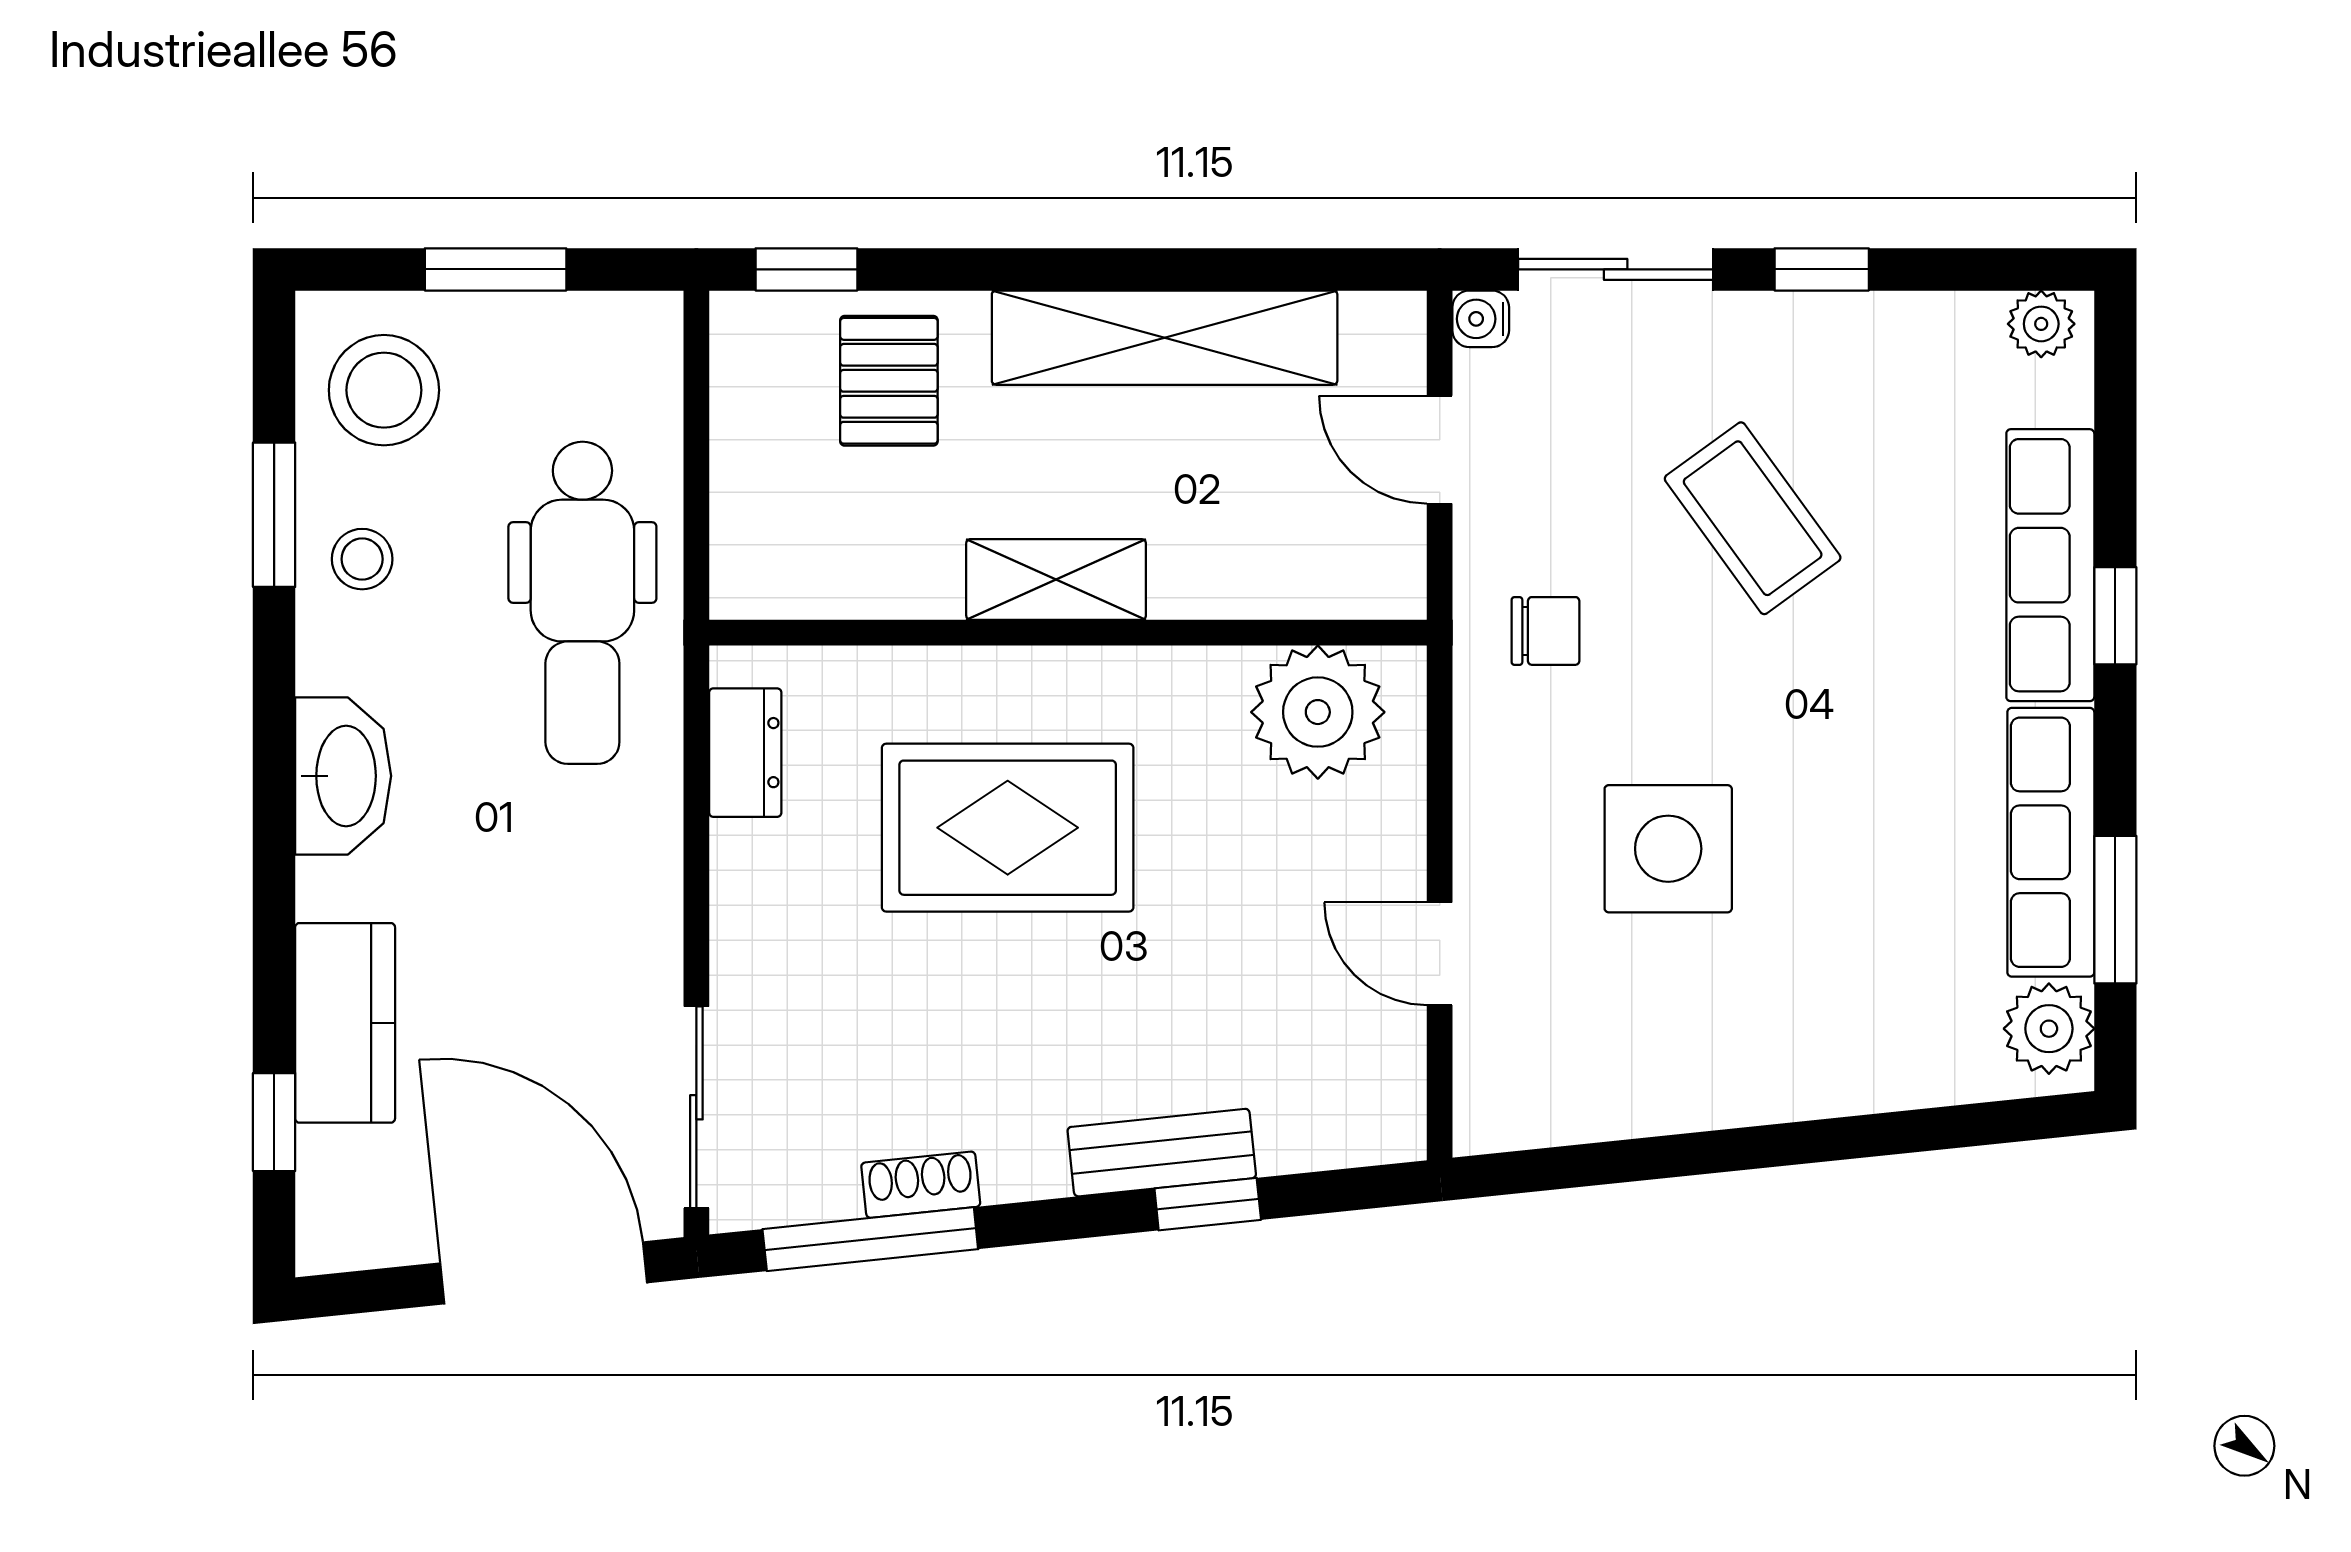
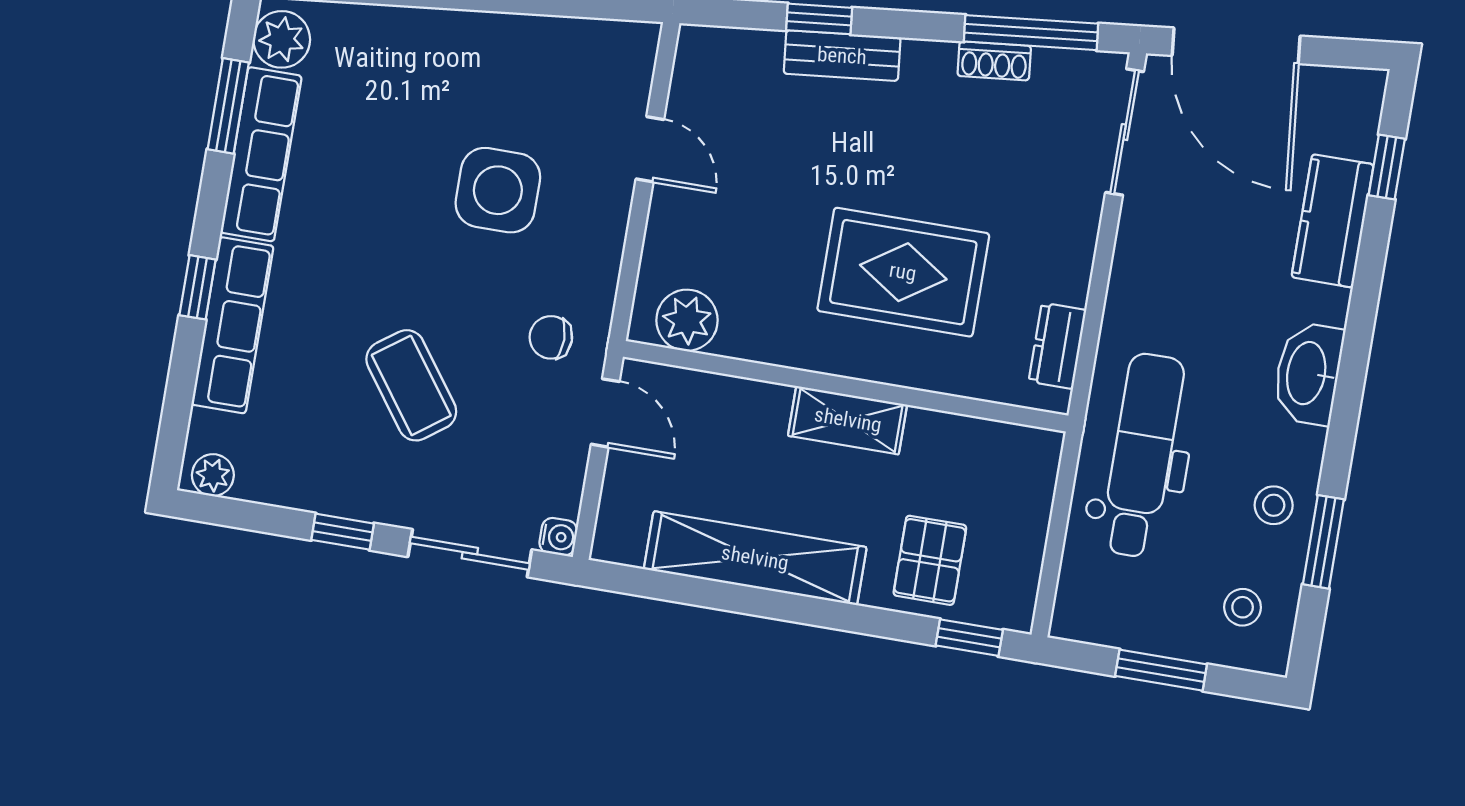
stool: (384, 390) -> (1243, 607), width x0.53, depth x0.53
door: (1440, 450) -> (605, 413), moved
plant: (1318, 712) -> (687, 320), width x0.73, depth x0.73

